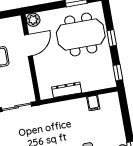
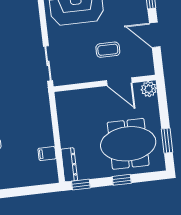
meeting table: (81, 34) -> (128, 144), turned 90
dresser: (67, 90) -> (69, 165), moved

